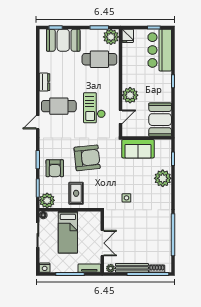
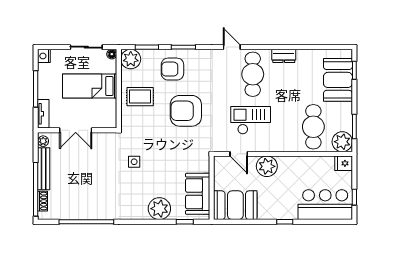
sofa: (138, 149) -> (198, 194), moved
armchair: (87, 158) -> (186, 111), turned 96

